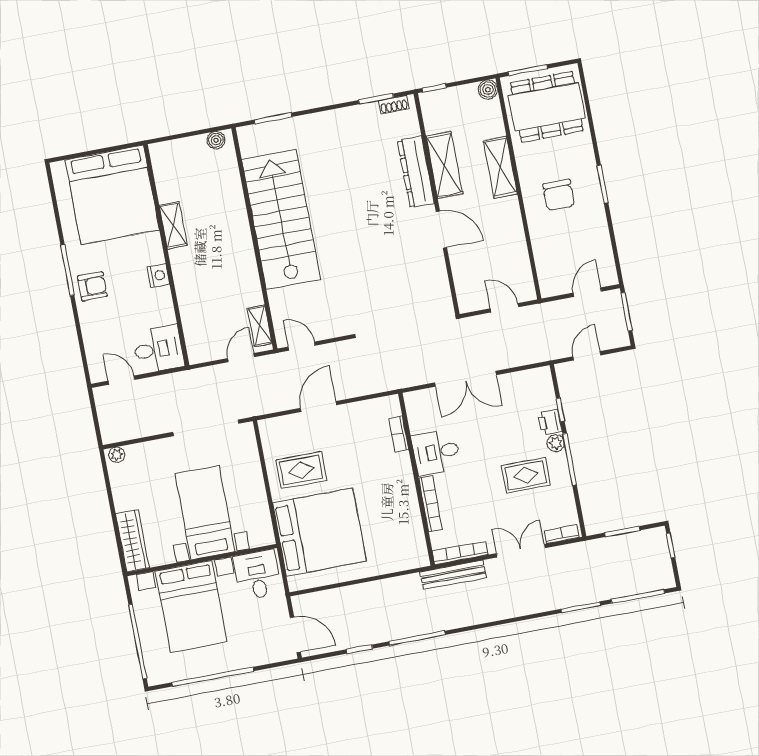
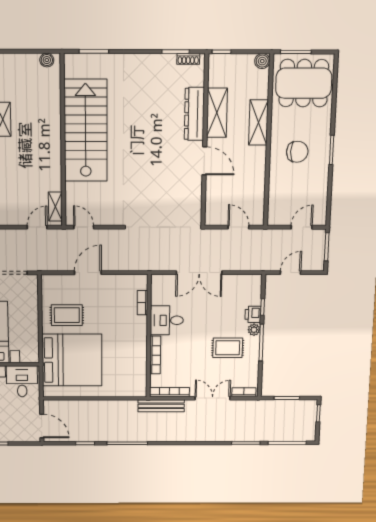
chair: (559, 195) -> (297, 152), turned -90

